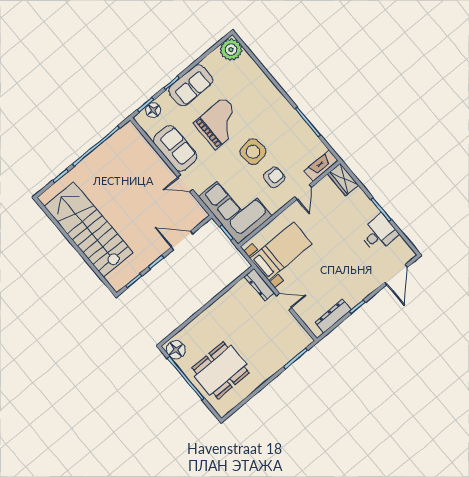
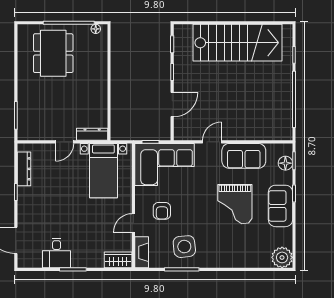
side table: (253, 152) -> (184, 247), moved
door: (303, 192) -> (133, 223), hinge flipped
floor lamp: (176, 350) -> (96, 29), width x0.53, depth x0.53

